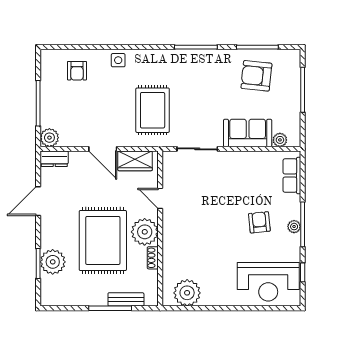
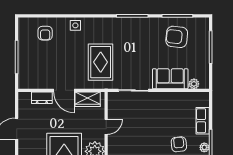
plant: (49, 138) -> (25, 82), removed
dresser: (54, 159) -> (42, 98), moved
row of seats: (292, 176) -> (203, 121), moved
door: (160, 198) -> (106, 127), swing flipped

